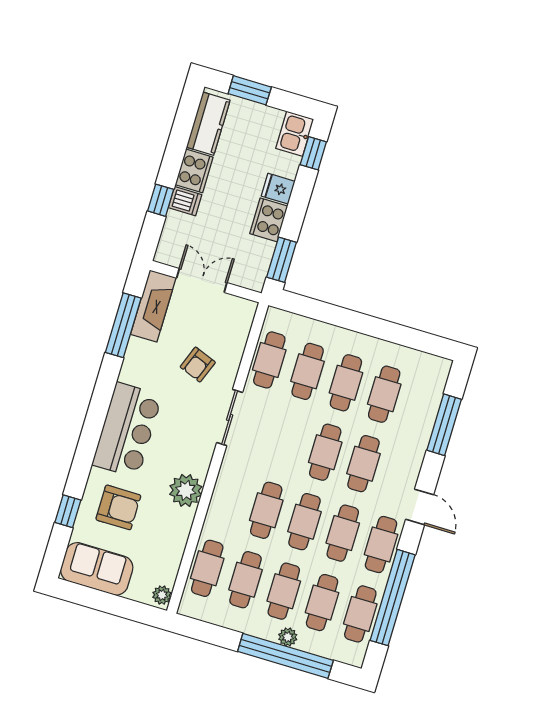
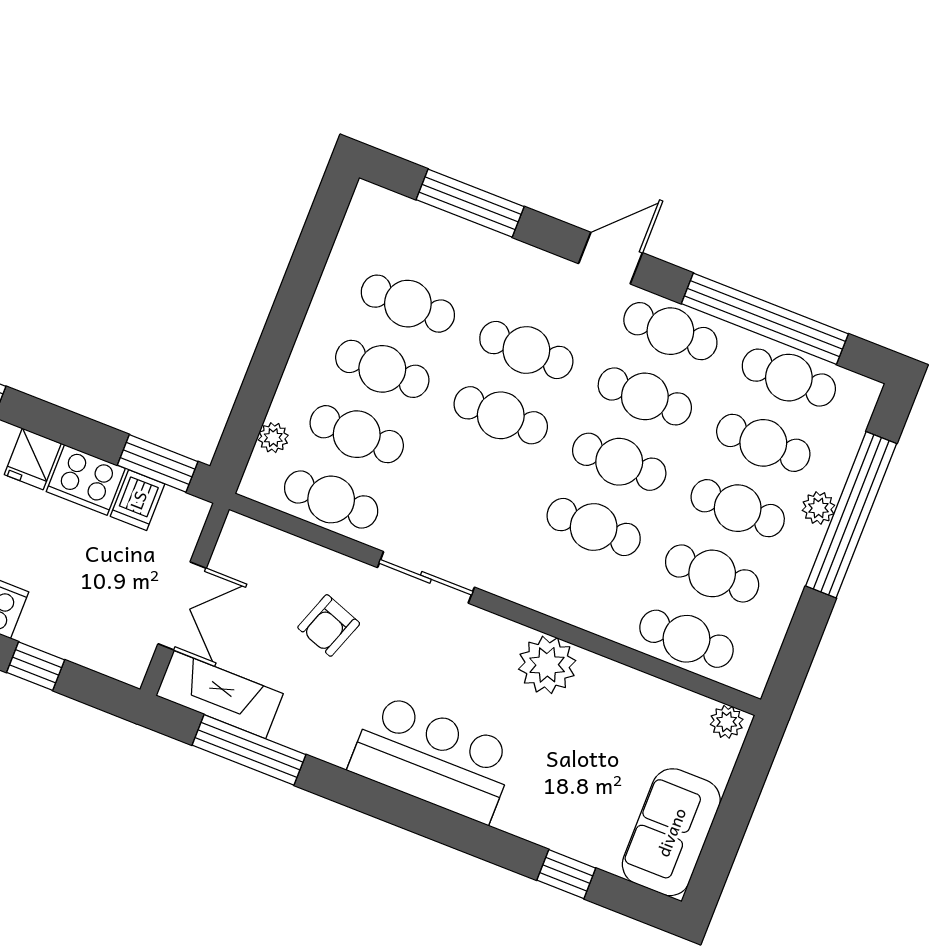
dishwasher: (185, 201) -> (138, 500), moved, turned 180
double door: (202, 280) -> (182, 606), swing flipped
plant: (302, 324) -> (273, 438), added
armchair: (198, 365) -> (329, 625), turned 89
armchair: (118, 507) -> (567, 785), removed

